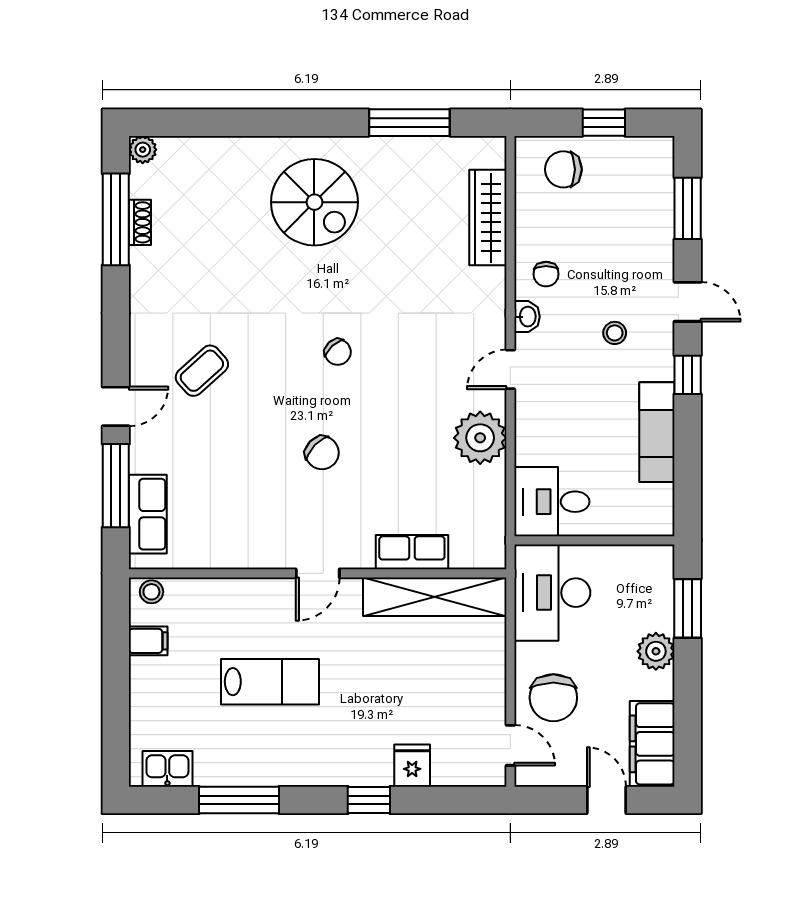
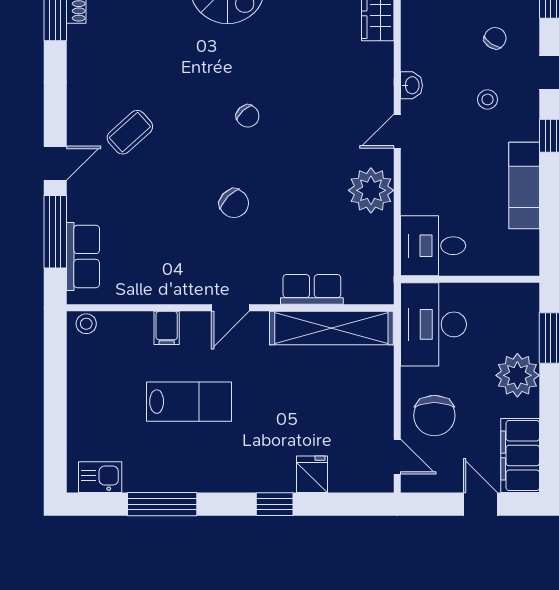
chair: (546, 274) -> (495, 38), moved, turned -147
filing cabinet: (148, 641) -> (167, 328), moved, turned 90
plant: (656, 651) -> (517, 375), width x1.36, depth x1.36

